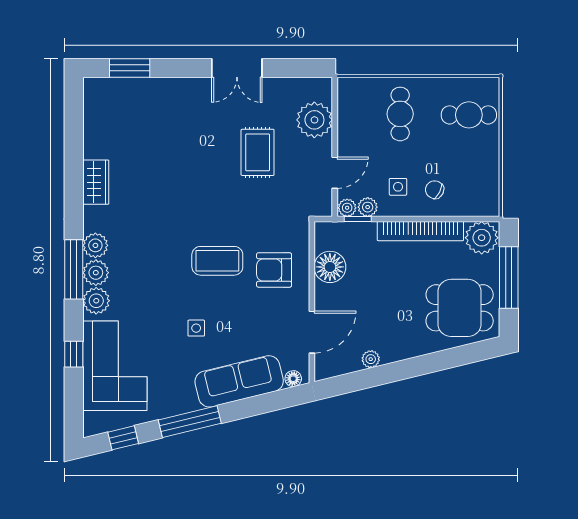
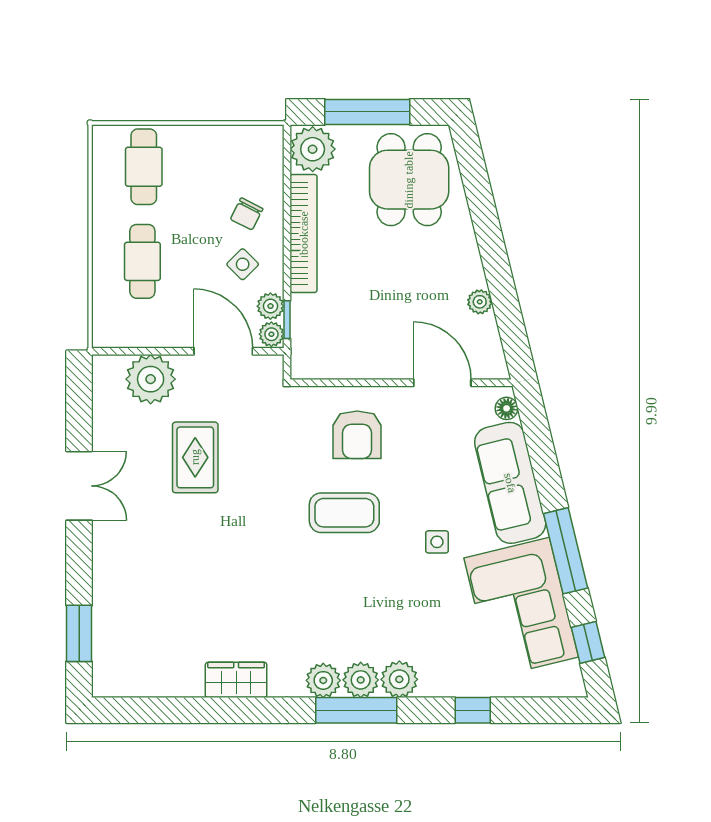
cafe table: (400, 114) -> (142, 261), turned 90
rug: (258, 152) -> (195, 457), turned 90
door: (335, 173) -> (223, 351), width x1.38
side table: (398, 187) -> (243, 264), turned 45
coffee table: (217, 261) -> (344, 513), turned 90
floor lamp: (330, 267) -> (353, 358), removed
corner sofa: (115, 366) -> (521, 608), moved, turned -104

